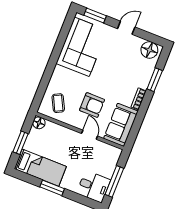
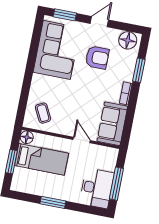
armchair: (92, 105) -> (97, 58), moved
bed: (40, 168) -> (42, 159), moved
desk: (94, 187) -> (97, 188), width x1.37

